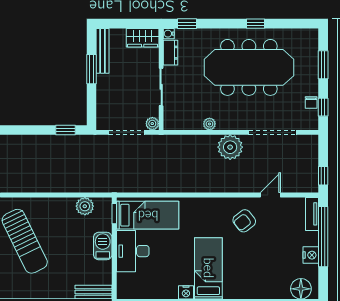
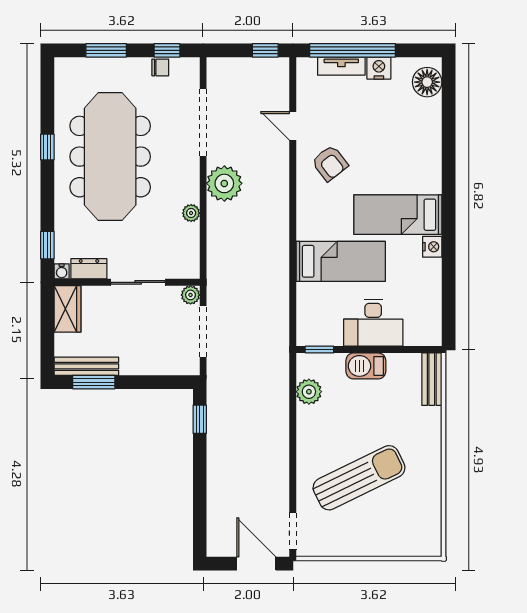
window: (91, 69) -> (94, 382), moved
tv unit: (312, 214) -> (341, 66), moved
bed: (148, 215) -> (341, 261), moved, turned 90

